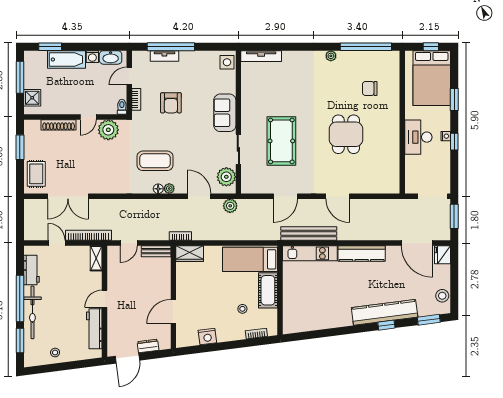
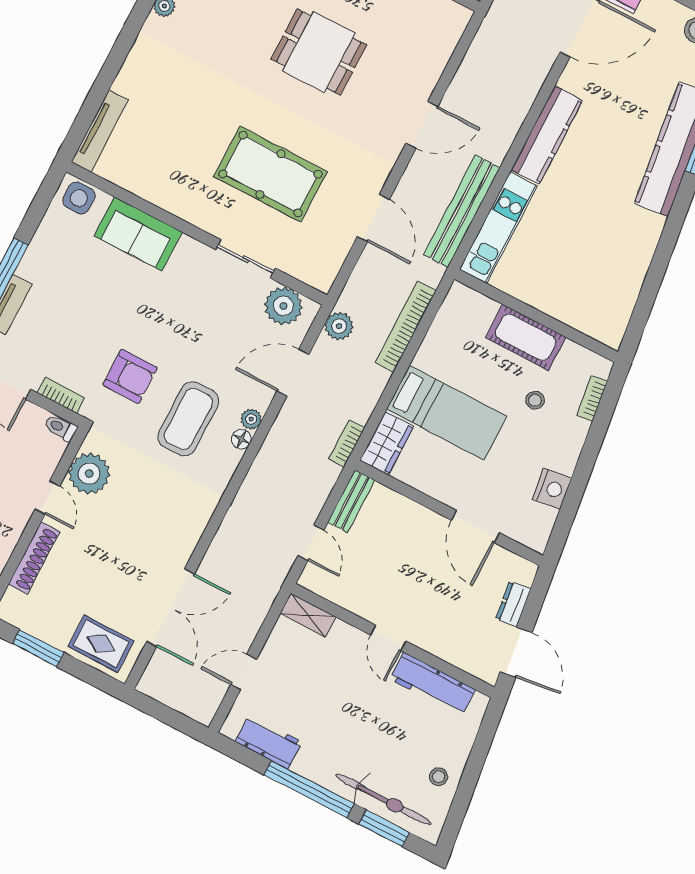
armchair: (171, 103) -> (130, 376), moved
sofa: (225, 113) -> (138, 234), moved
bookcase: (89, 235) -> (406, 327), moved
bed: (250, 259) -> (447, 413), moved, turned -90
bicycle: (32, 312) -> (383, 799), moved

